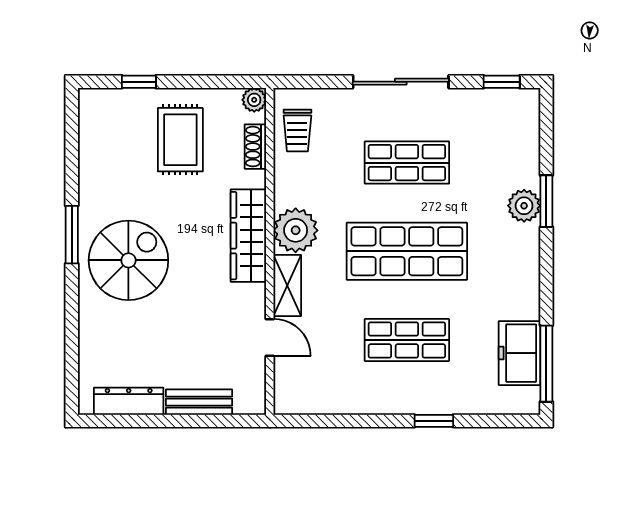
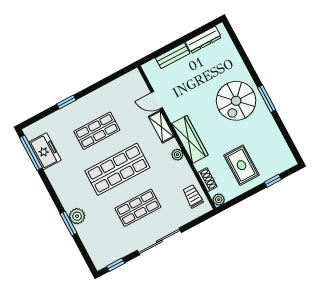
plant: (296, 230) -> (177, 155), width x0.53, depth x0.53

